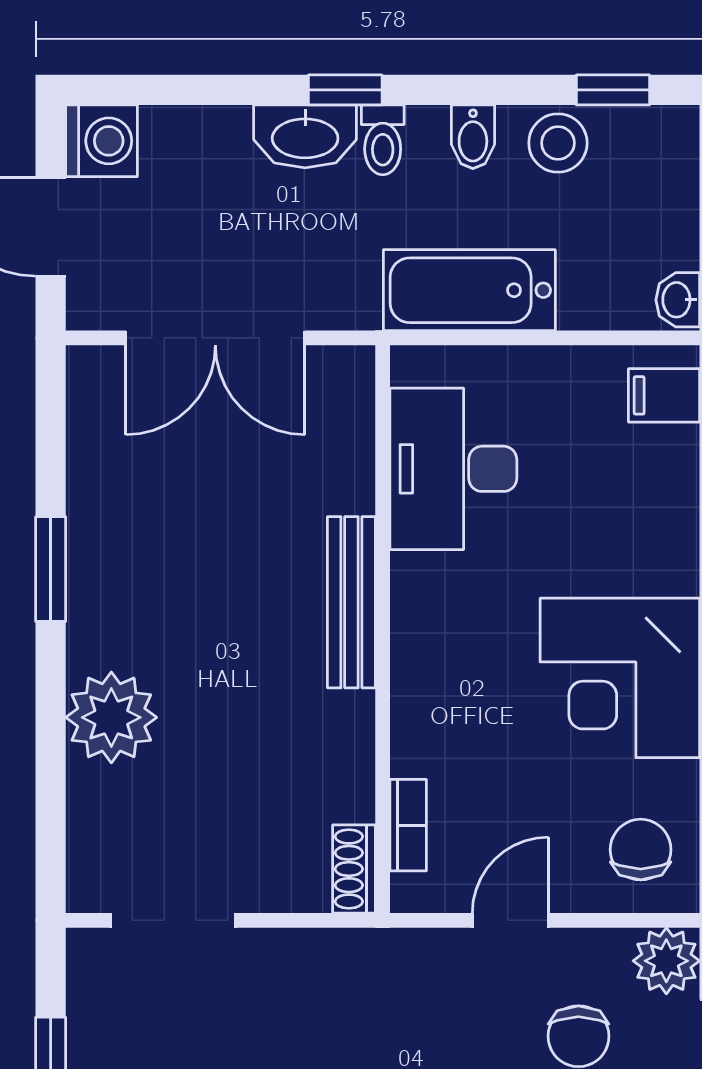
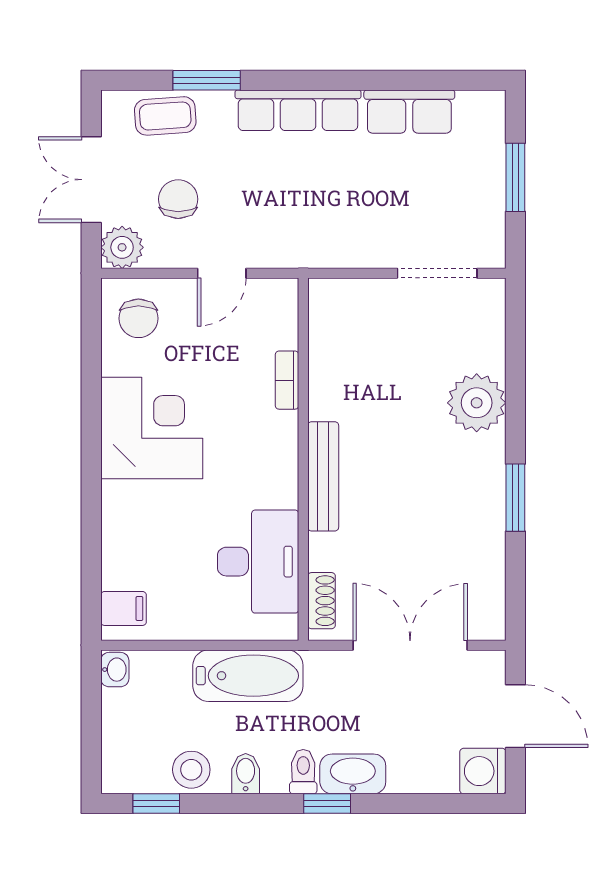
bookcase: (408, 825) -> (287, 380), moved
shoe rack: (354, 869) -> (322, 601), moved

